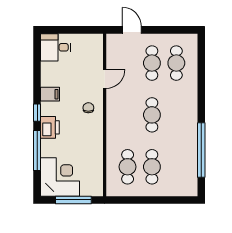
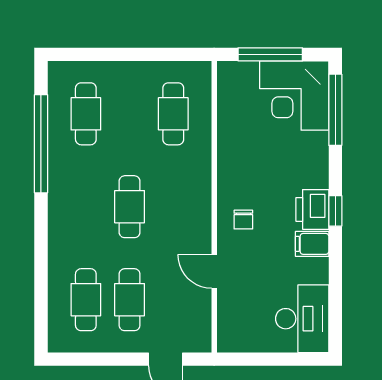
desk: (56, 47) -> (302, 319), width x1.37
door: (105, 79) -> (214, 271), hinge flipped
printer: (50, 127) -> (312, 209), moved
window: (37, 151) -> (335, 110), moved
cafe table: (152, 167) -> (86, 114), moved

